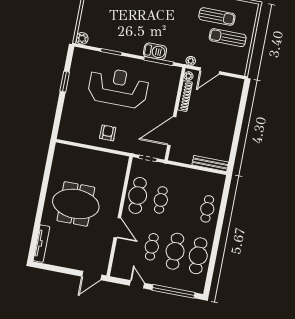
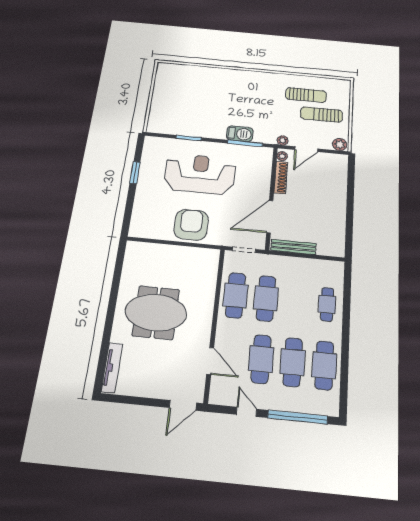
plant: (82, 38) -> (340, 144), moved
armchair: (108, 133) -> (191, 225), width x1.88, depth x1.88
bench: (210, 163) -> (293, 247), moved
cafe table: (161, 200) -> (266, 298), width x1.37, depth x1.35
door: (117, 228) -> (210, 361), moved
cafe table: (152, 247) -> (261, 359), width x1.37, depth x1.35

